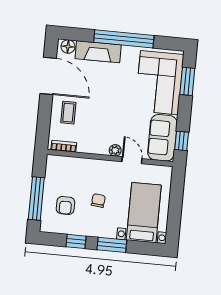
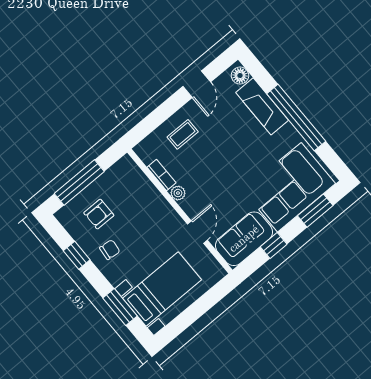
door: (48, 76) -> (197, 84), width x0.53
window: (182, 141) -> (274, 245), moved
bookcase: (64, 146) -> (162, 175), moved
plant: (115, 150) -> (178, 193), moved
chair: (98, 201) -> (110, 250), moved
window: (112, 245) -> (120, 307), moved

